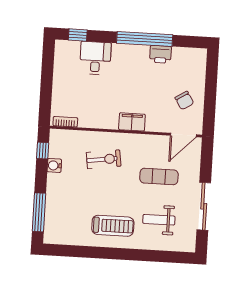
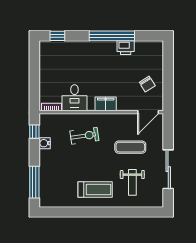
desk: (95, 58) -> (74, 98), moved, turned 180
weight bench: (159, 220) -> (132, 182), turned -90

